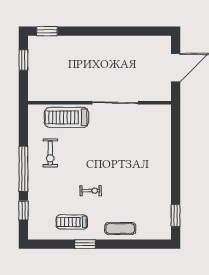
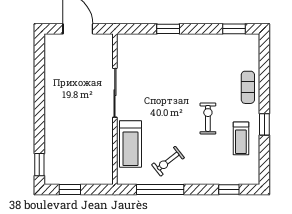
exercise bike: (50, 153) -> (168, 161), turned 142
window: (176, 153) -> (168, 29), added
window: (23, 169) -> (160, 190), moved
exercise bike: (91, 191) -> (208, 118), width x1.38, depth x1.39

